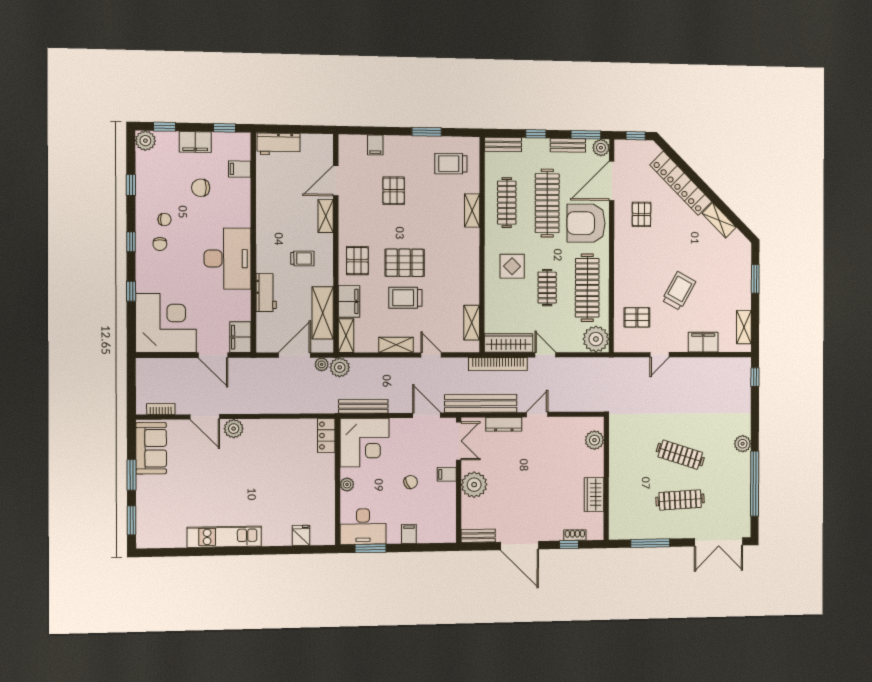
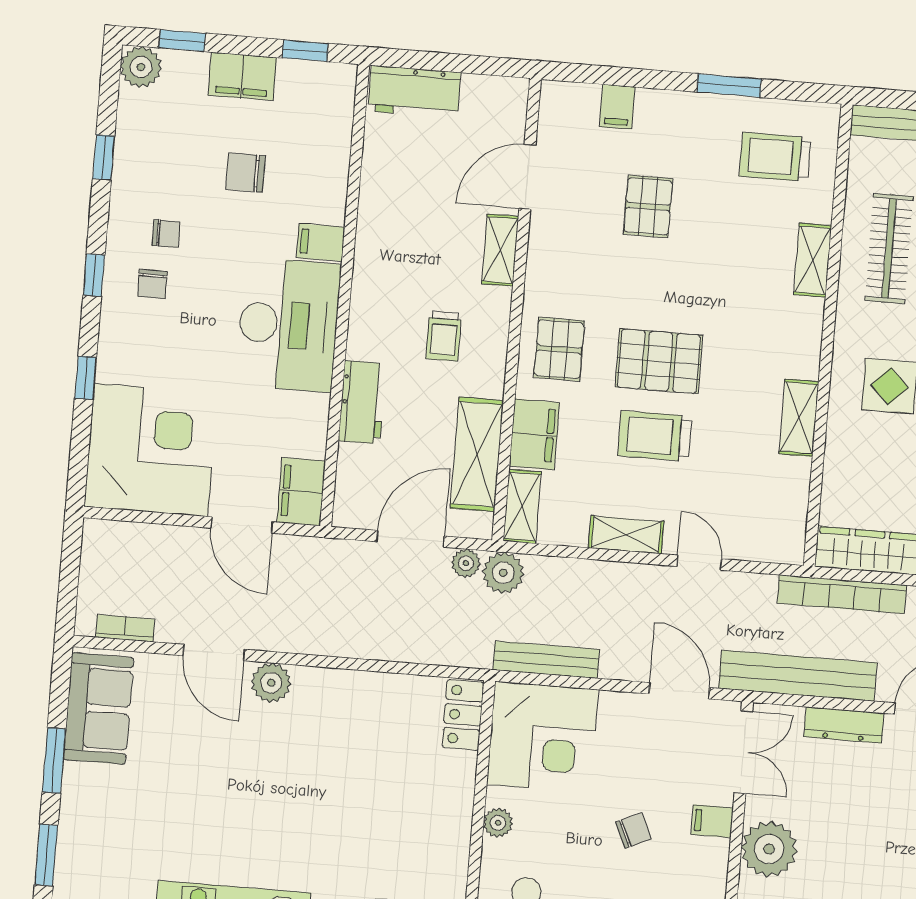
filing cabinet: (240, 169) -> (321, 242), moved
trolley: (302, 258) -> (444, 336), turned 90
shelving: (472, 323) -> (799, 418), moved

